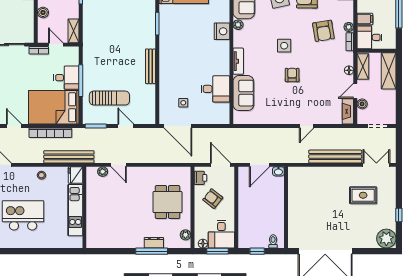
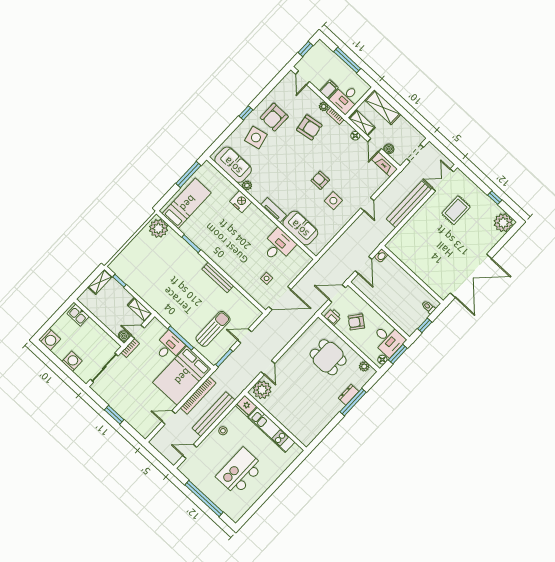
boiler: (43, 12) -> (124, 336), moved
side table: (284, 46) -> (333, 201), moved
bench: (69, 157) -> (213, 414), moved
door: (119, 165) -> (268, 368), hinge flipped
plant: (103, 172) -> (262, 390), width x1.88, depth x1.88

